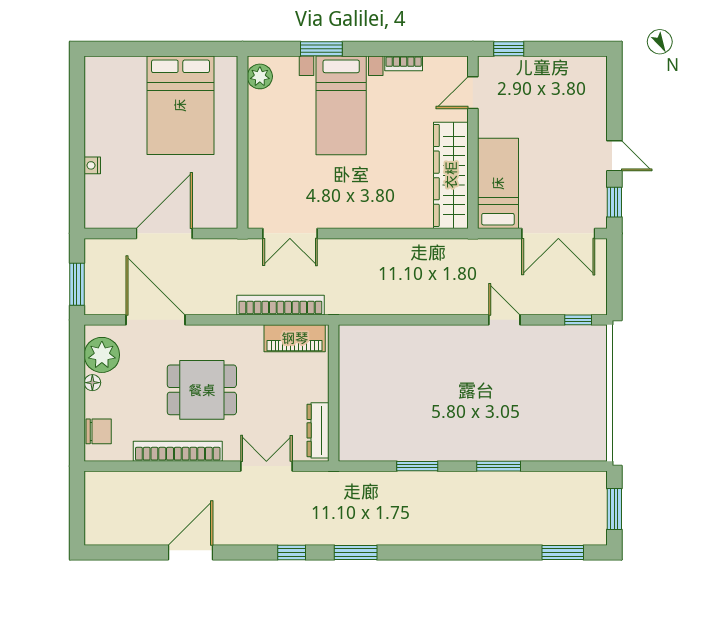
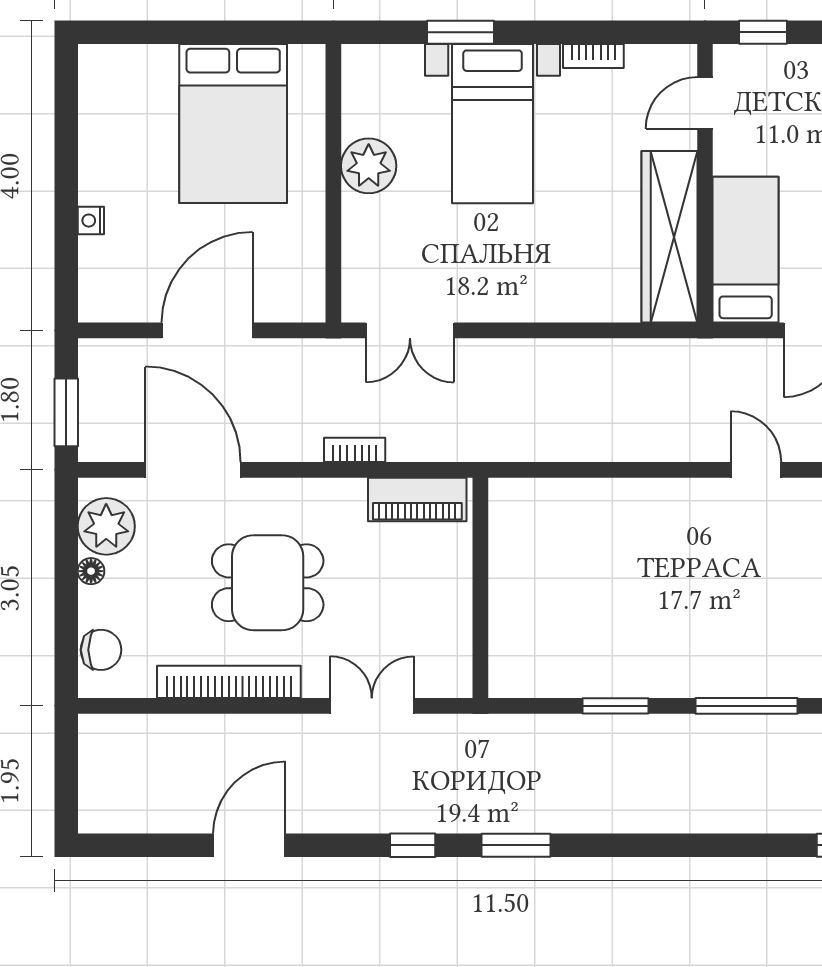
plant: (260, 76) -> (369, 166), moved, width x1.36, depth x1.36
bookcase: (280, 305) -> (355, 450), width x0.43, depth x0.76
dresser: (318, 430) -> (455, 648), removed
window: (499, 466) -> (747, 706), width x1.44

